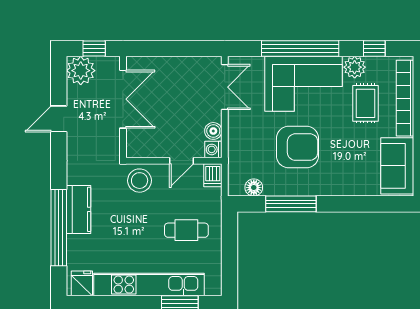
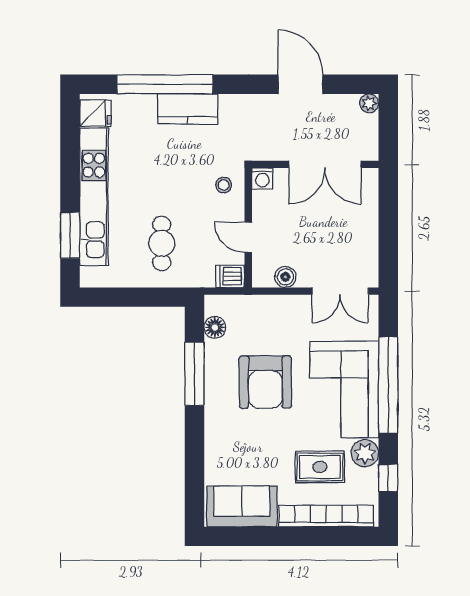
window: (94, 49) -> (388, 128), removed
plant: (81, 71) -> (369, 103), width x0.53, depth x0.53
door: (59, 119) -> (300, 84), width x1.38
washing machine: (213, 149) -> (262, 178), moved, turned 180
stool: (140, 181) -> (224, 185), width x0.53, depth x0.53

